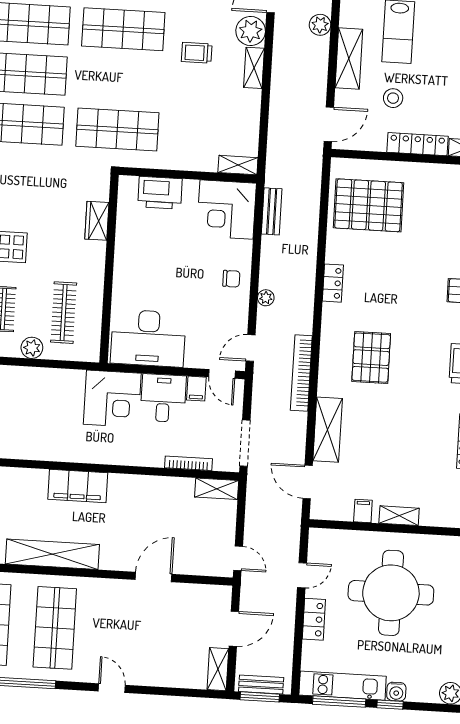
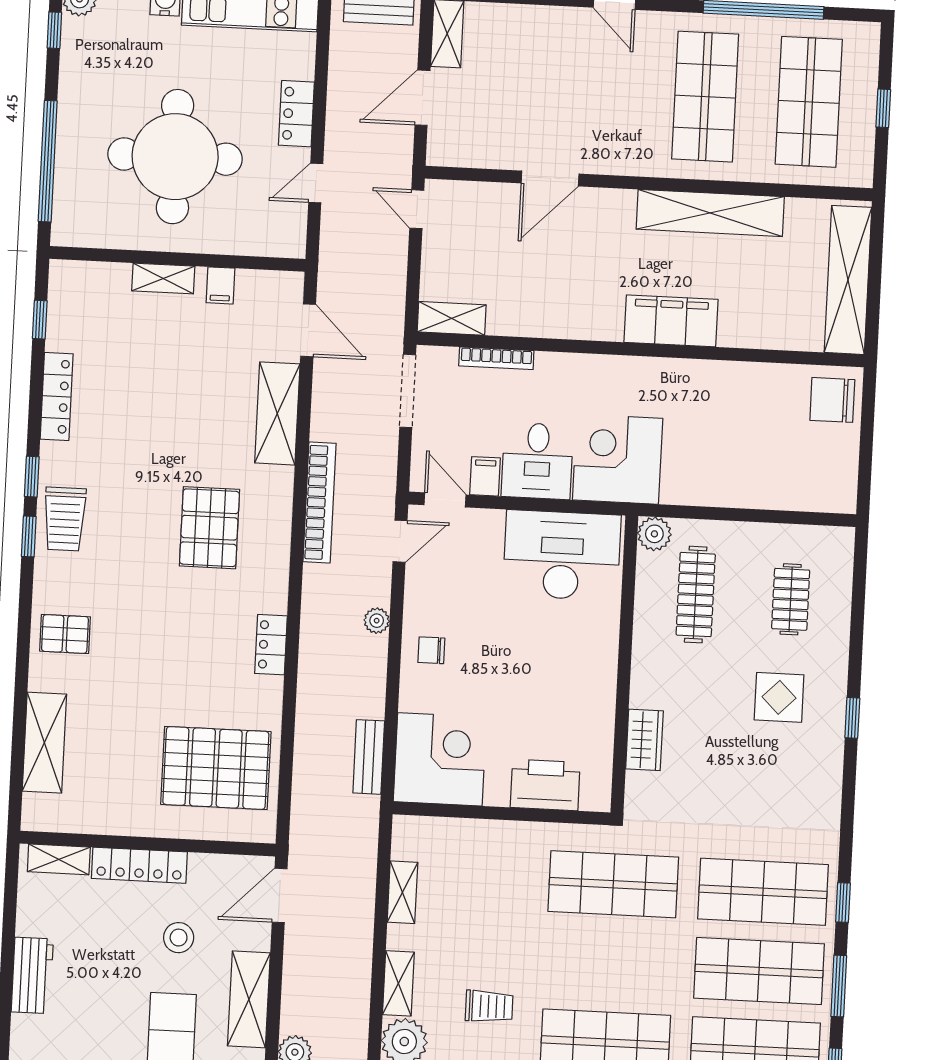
shelving: (238, 165) -> (402, 892), moved, turned 90
plant: (32, 348) -> (654, 534), moved

